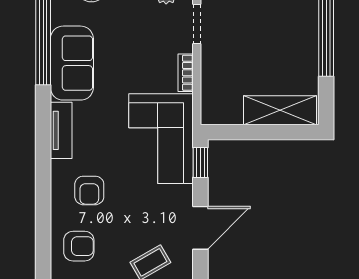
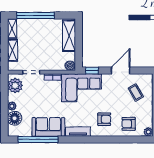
boiler: (211, 112) -> (70, 66), added
door: (200, 228) -> (121, 71), hinge flipped
armchair: (79, 246) -> (129, 124), turned -90

